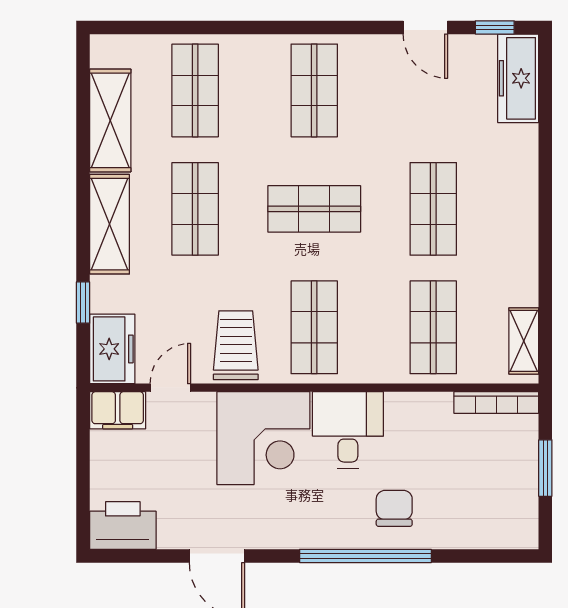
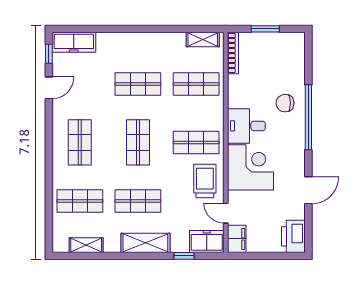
shop shelf: (314, 90) -> (80, 142), turned 90
shelving: (110, 120) -> (86, 245), width x0.67, depth x0.75
trolley: (236, 345) -> (205, 181), turned 90

